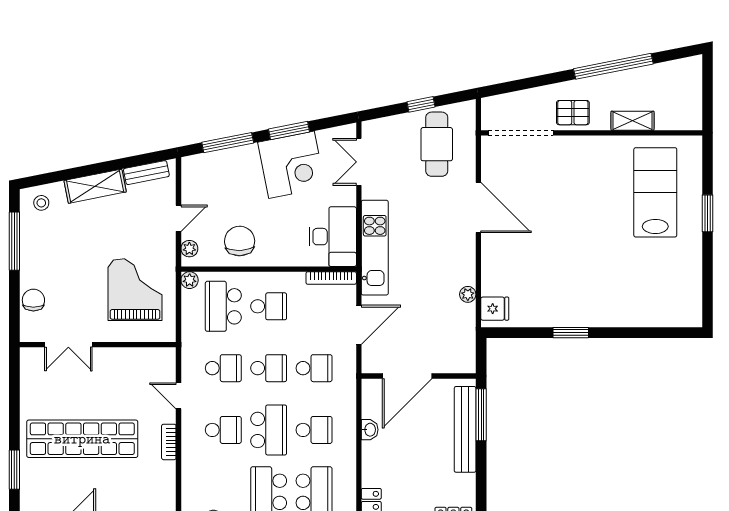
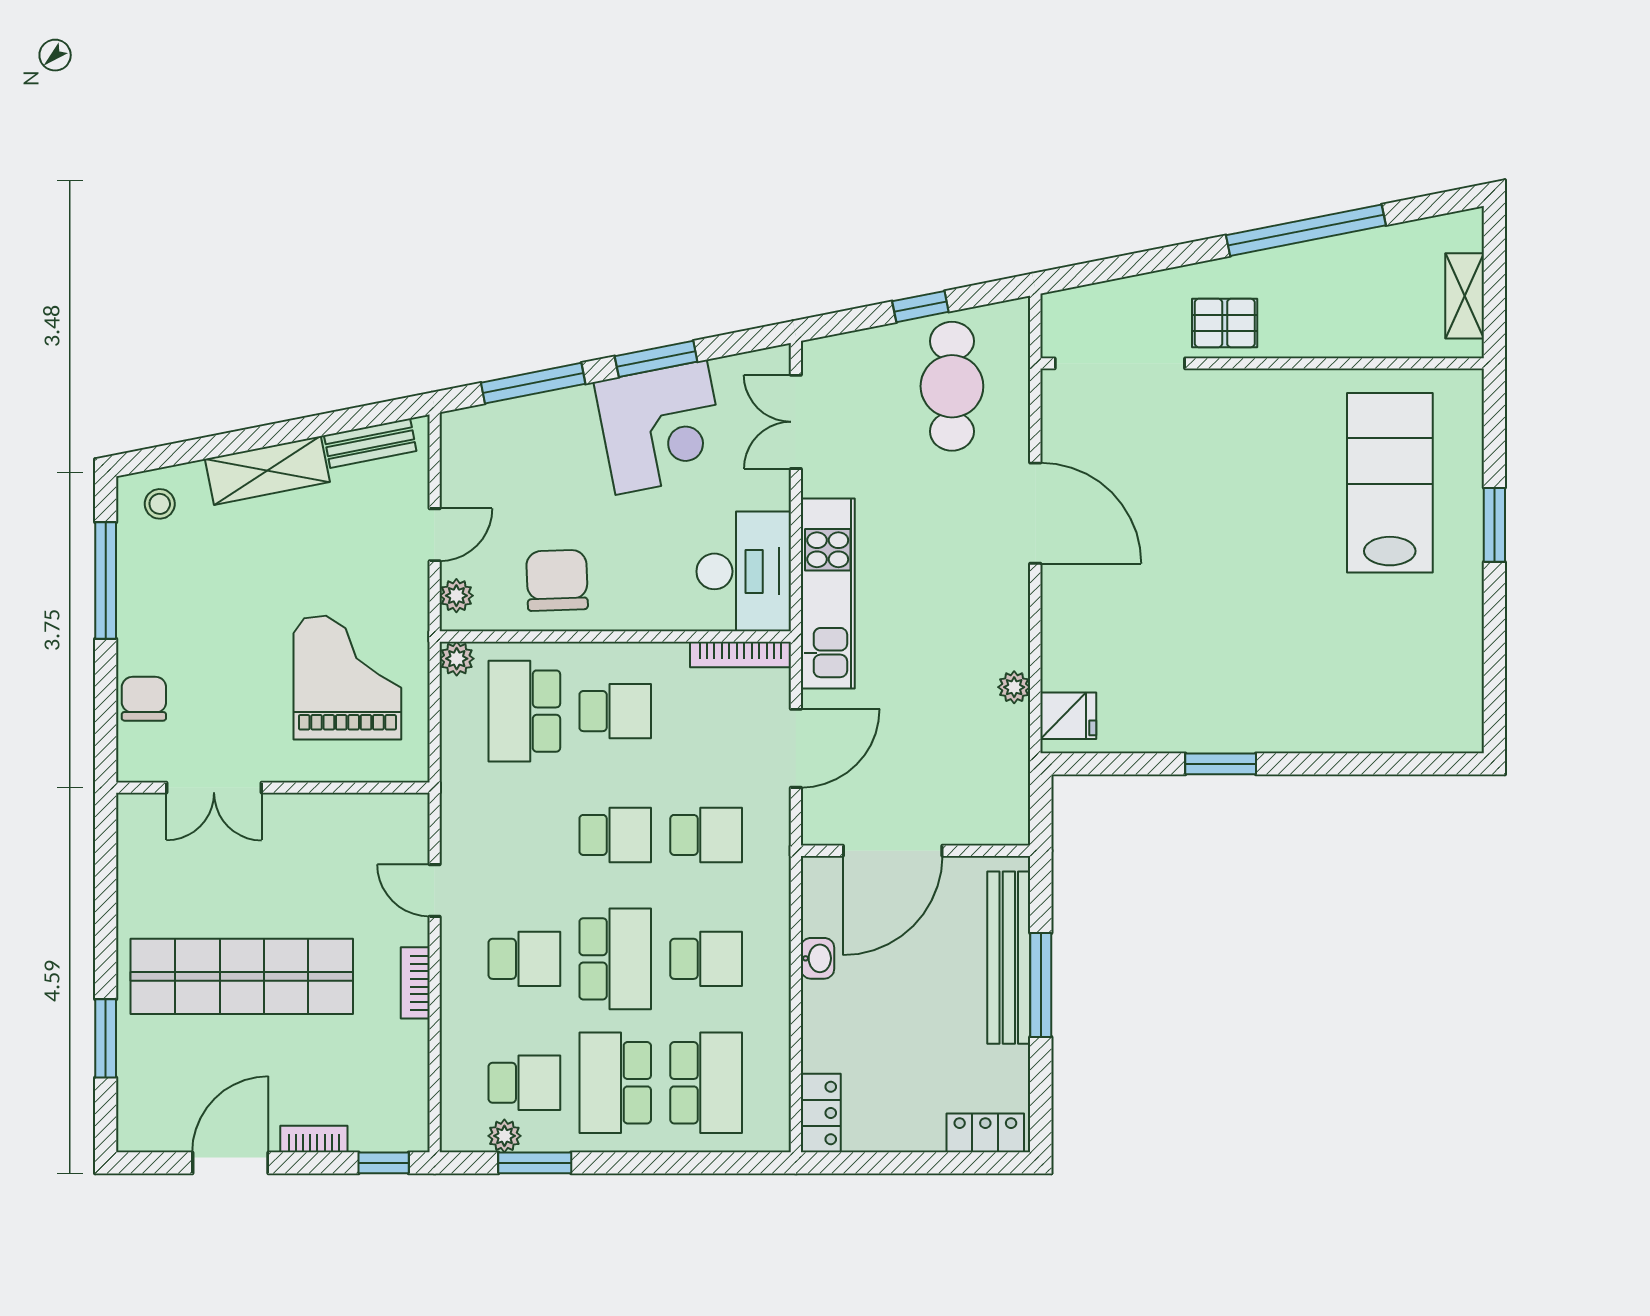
shelving: (632, 121) -> (1465, 296), moved, turned 90
school desk: (223, 368) -> (524, 1083), moved
window: (481, 415) -> (1041, 985), moved

